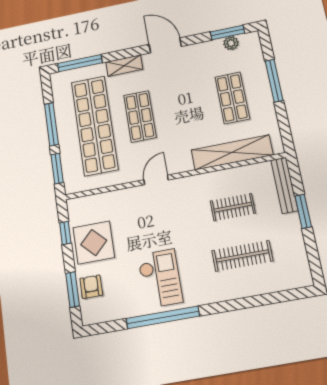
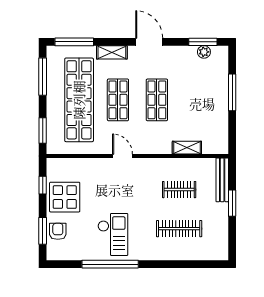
shop shelf: (232, 98) -> (157, 100), moved
window: (51, 124) -> (43, 77), moved
shelving: (232, 152) -> (187, 148), width x0.45, depth x0.75
door: (156, 180) -> (122, 156), hinge flipped

